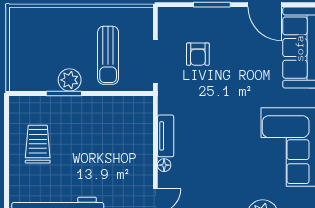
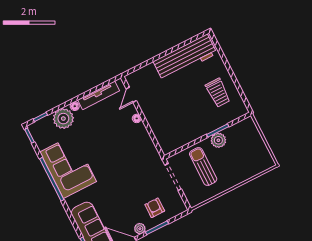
plant: (235, 15) -> (140, 229), added
armchair: (198, 54) -> (155, 208), moved
tv unit: (166, 136) -> (145, 136), removed

